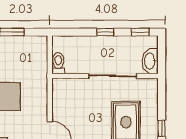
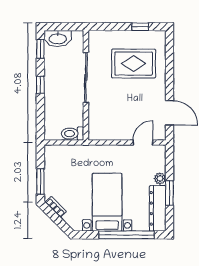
washbasin: (150, 61) -> (58, 38), moved

